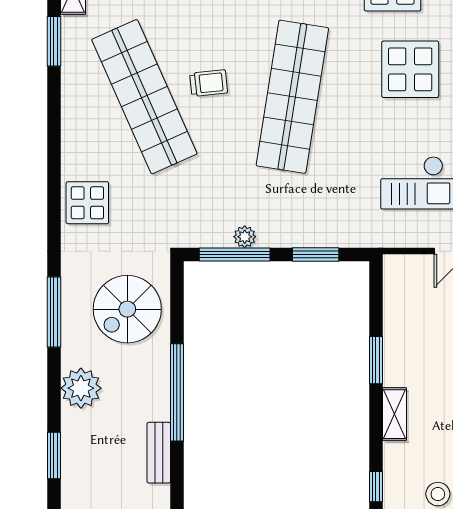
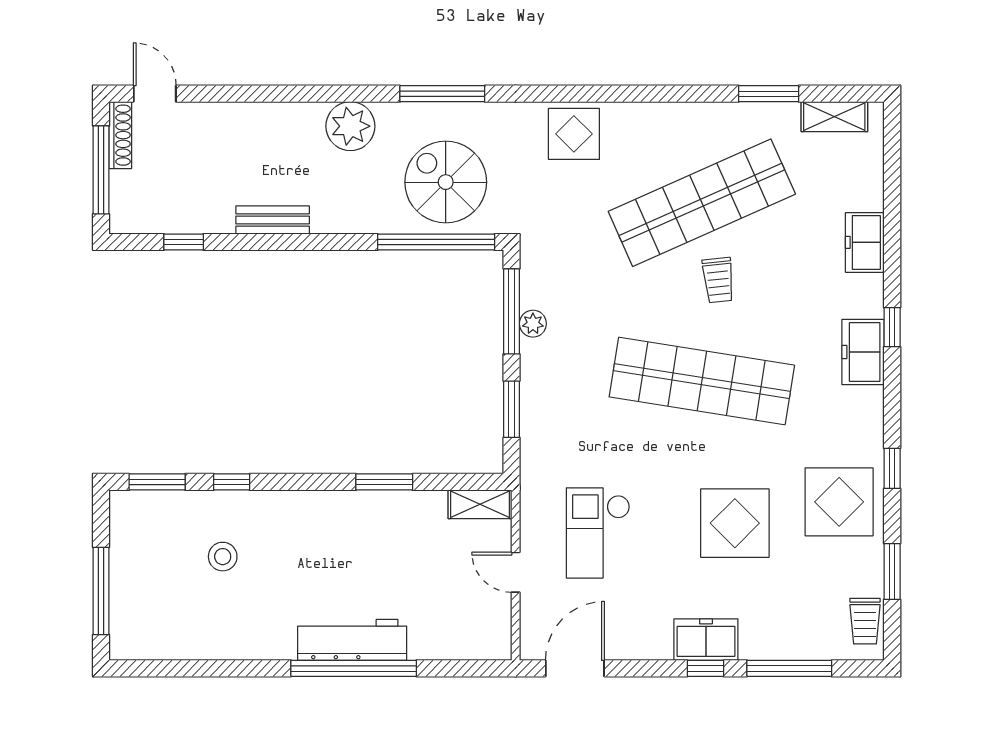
window: (177, 392) -> (436, 242), moved
shelving: (394, 414) -> (480, 504), moved
window: (54, 455) -> (269, 94), removed

